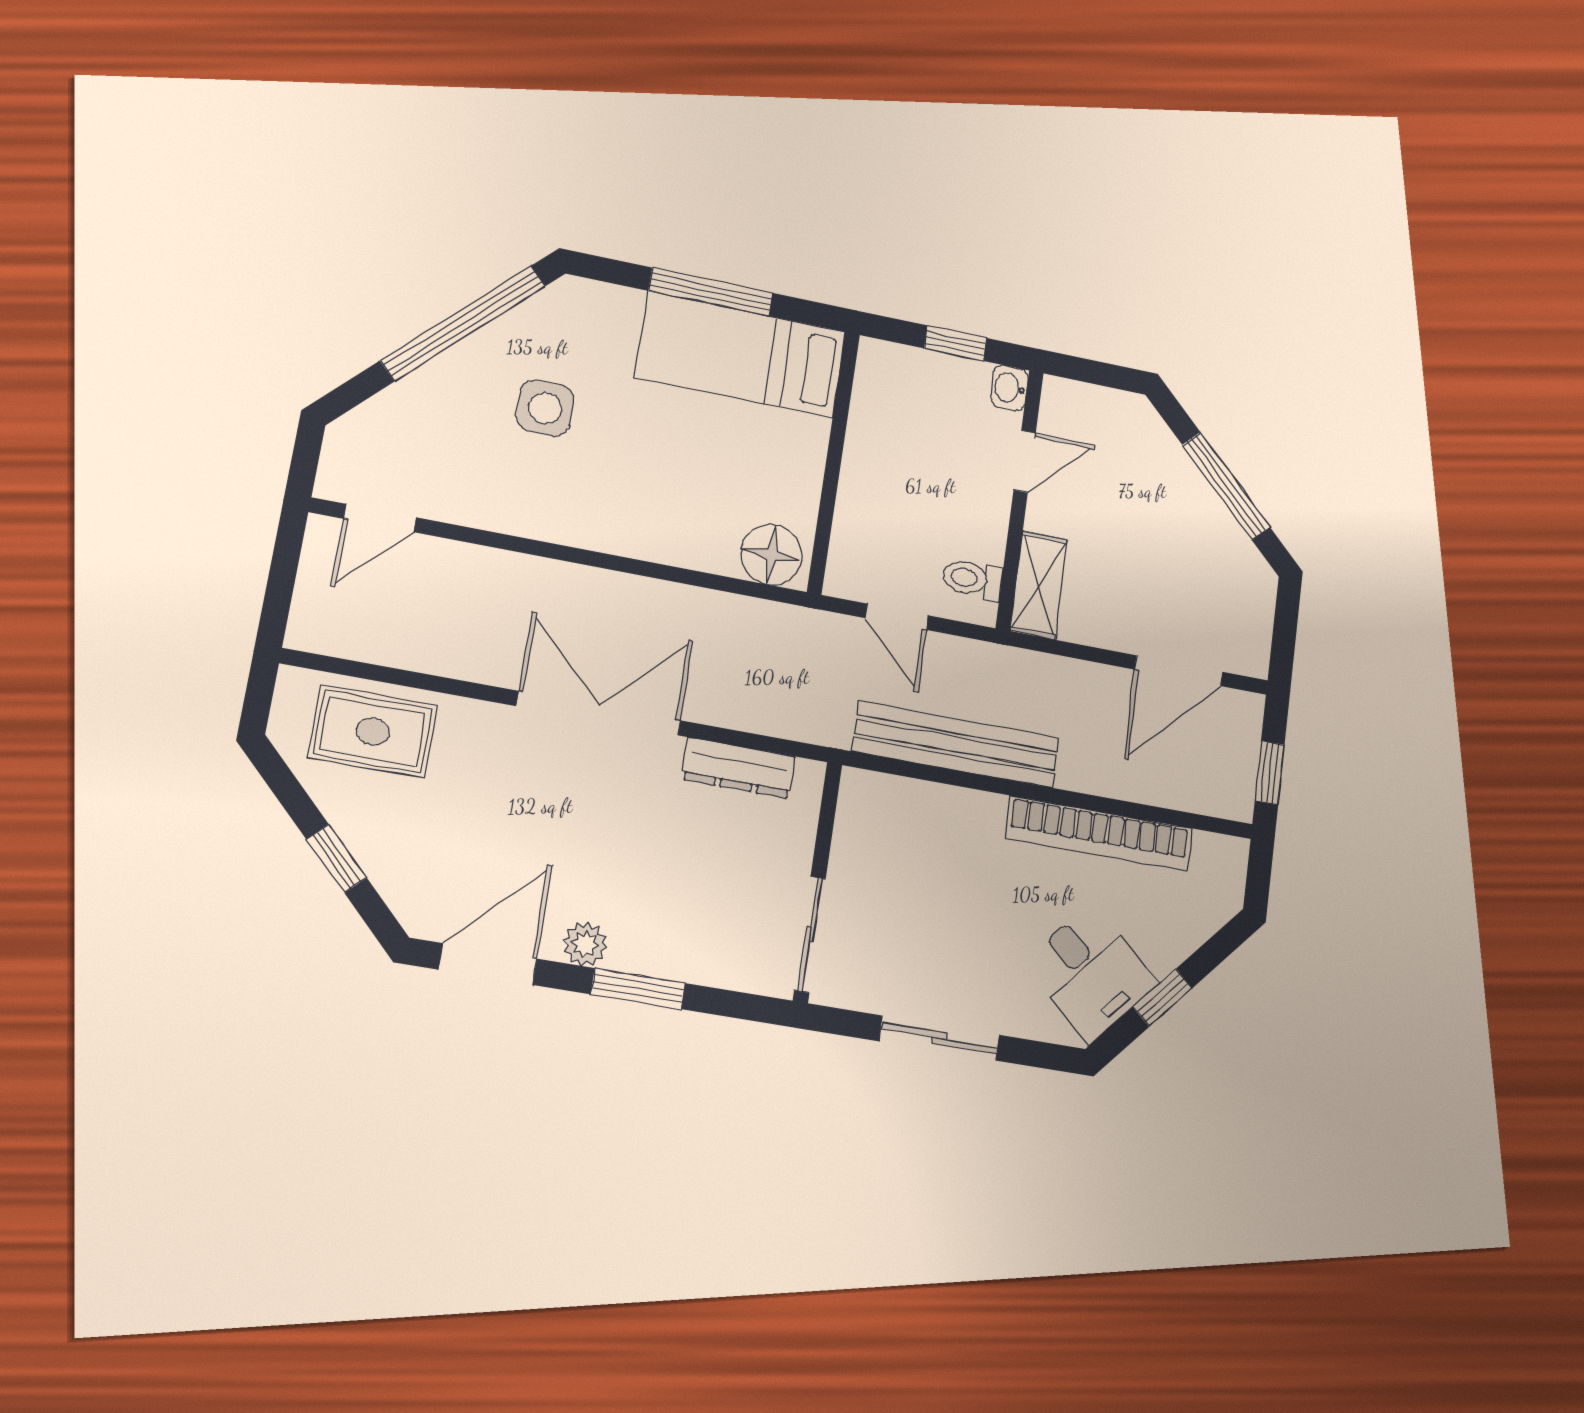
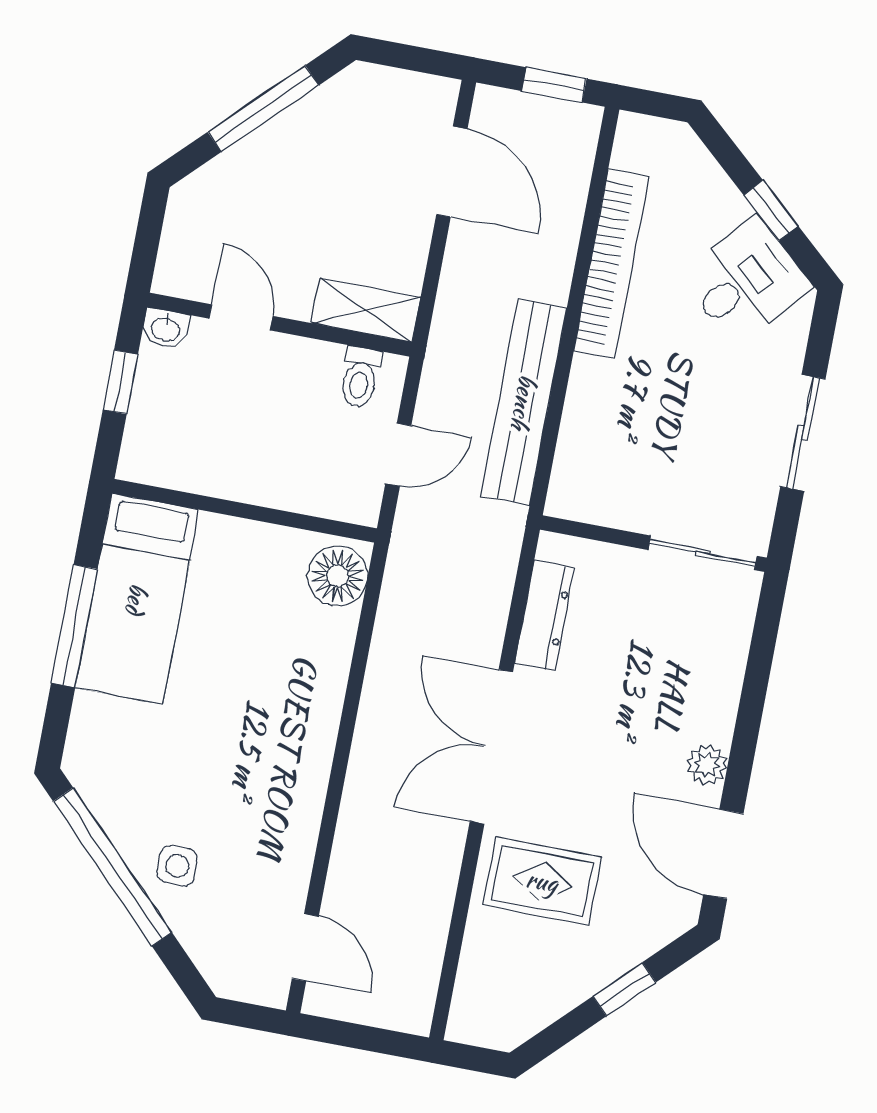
side table: (545, 408) -> (177, 866), moved, width x0.73, depth x0.73
rug: (373, 732) -> (542, 881), moved, turned 90
window: (638, 989) -> (749, 717), removed

